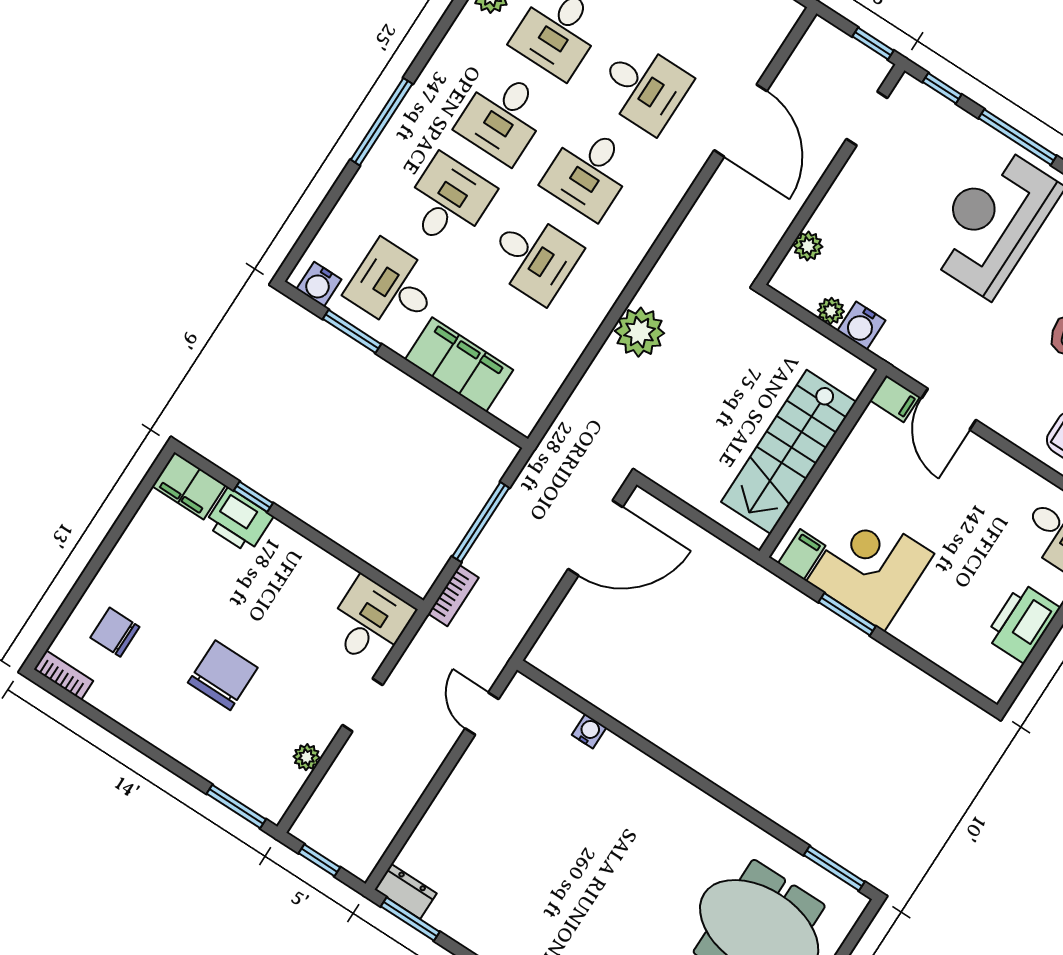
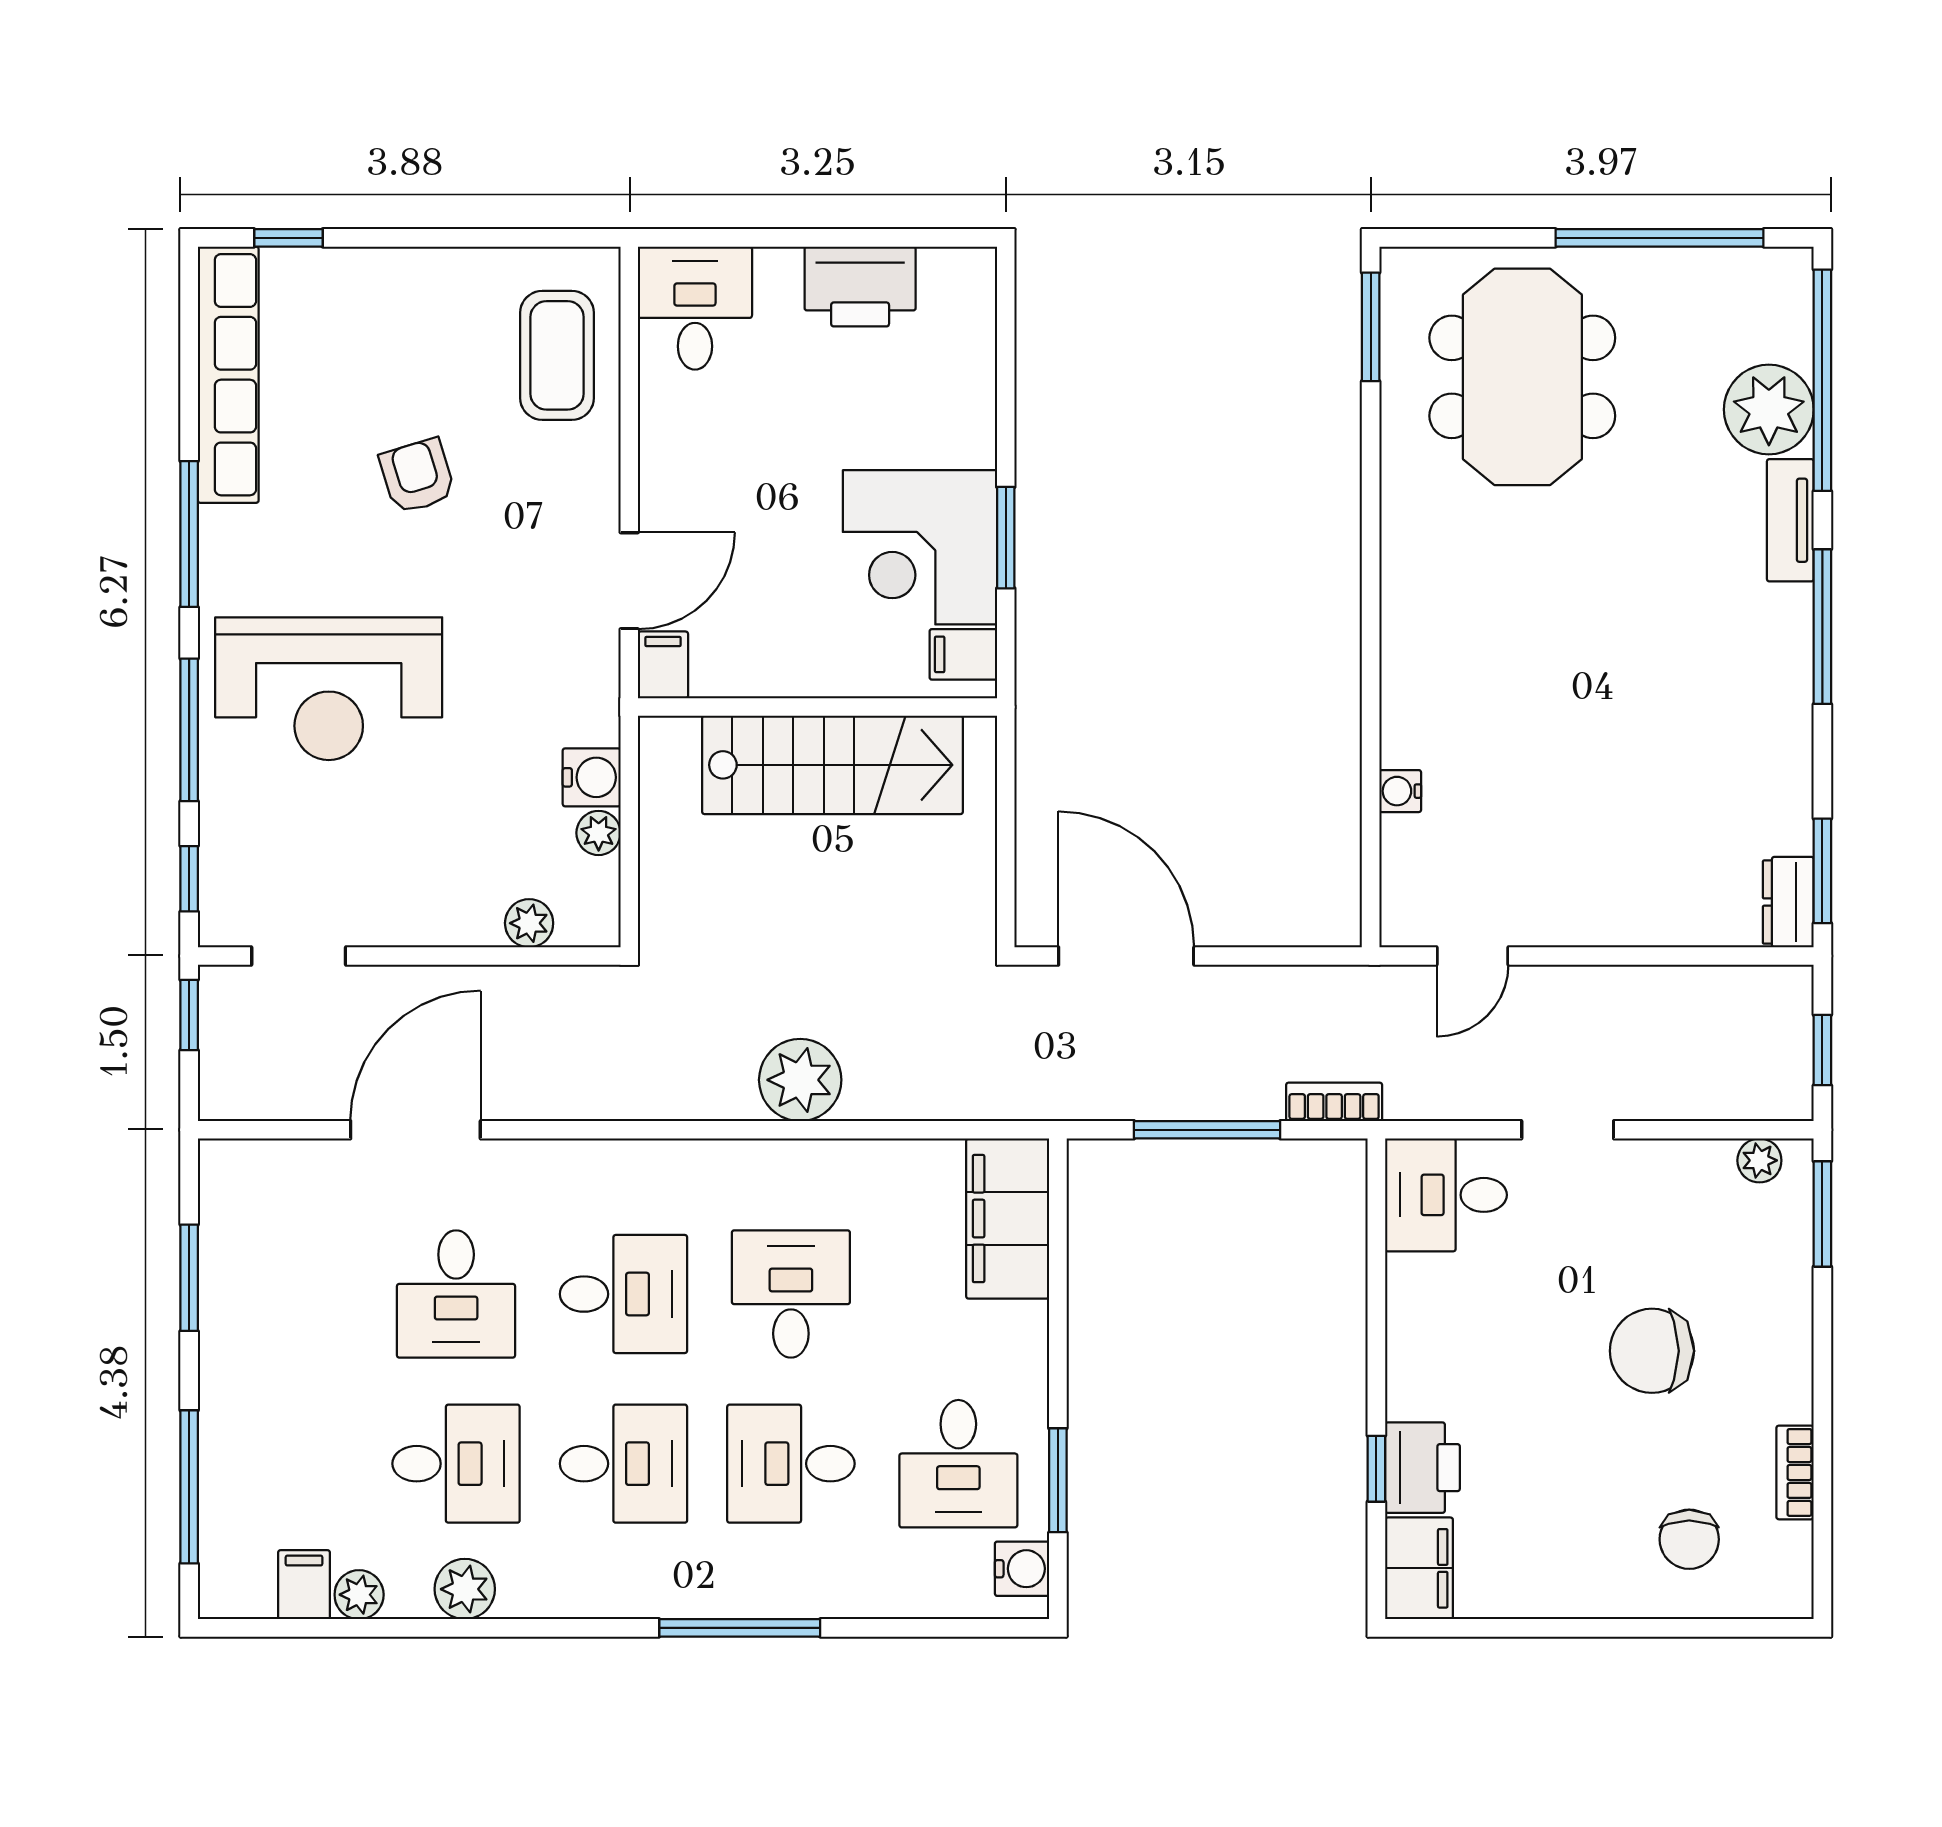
desk: (644, 87) -> (456, 1294), turned 180
filing cabinet: (459, 365) -> (1008, 1219), moved
bookcase: (63, 675) -> (1795, 1472), moved
plant: (307, 757) -> (1759, 1160), moved

